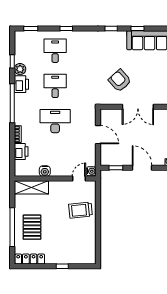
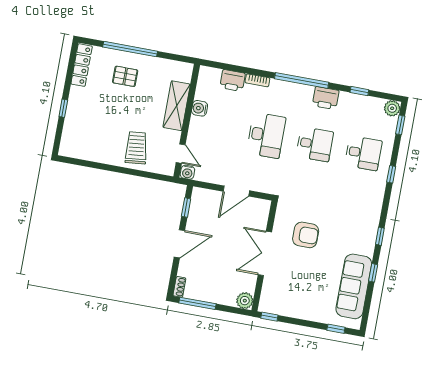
plant: (20, 69) -> (392, 108), moved
armchair: (120, 81) -> (306, 235), turned 42
shelving: (31, 187) -> (177, 106), moved
pallet: (32, 227) -> (125, 76), width x0.67, depth x0.71

